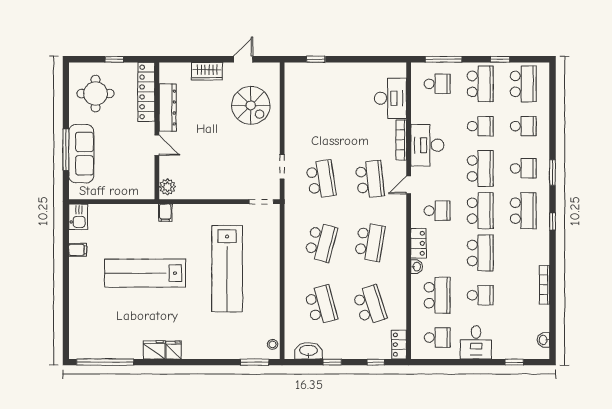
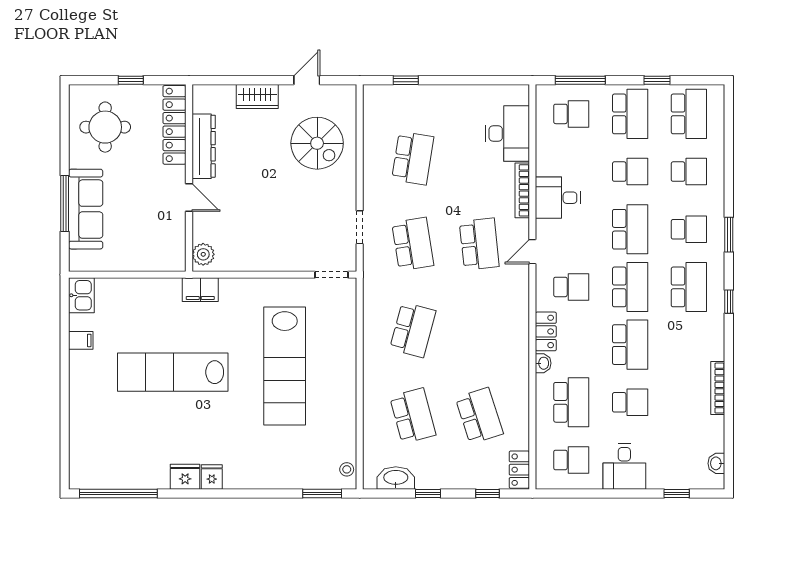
desk: (427, 145) -> (558, 198), width x0.73
filing cabinet: (165, 213) -> (200, 290), width x2.00
school desk: (370, 242) -> (413, 158), moved

